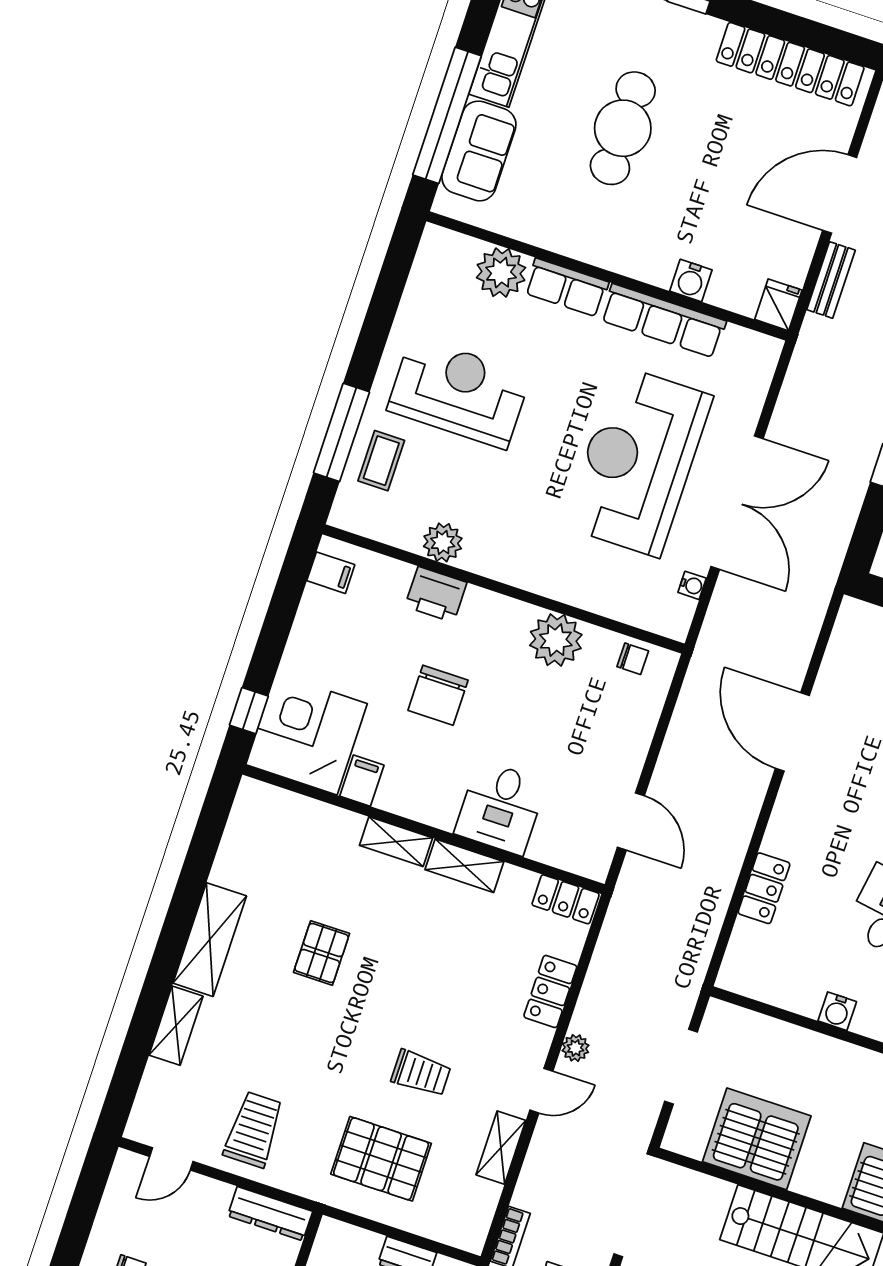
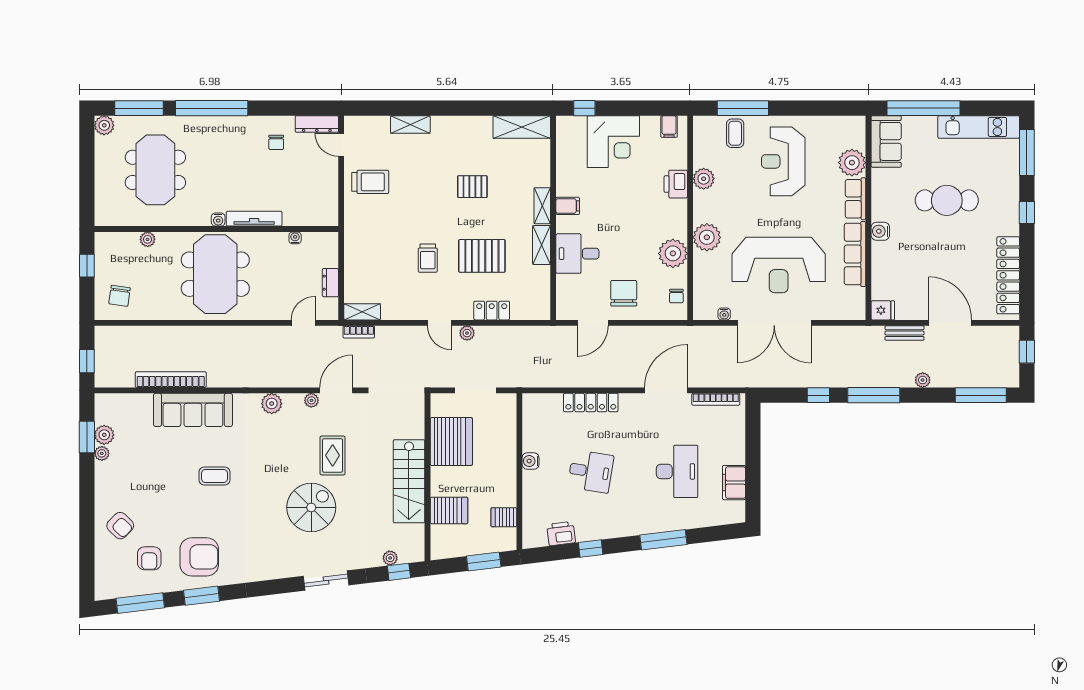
sofa: (479, 151) -> (886, 141), moved, turned -90
water cooler: (691, 281) -> (880, 231), moved
reception desk: (459, 392) -> (783, 161), turned 180
coffee table: (381, 461) -> (735, 133), turned 90
reception desk: (638, 461) -> (779, 265), turned 180
plant: (547, 571) -> (707, 237), added
bookcase: (837, 650) -> (716, 399), added
chair: (438, 695) -> (624, 293), moved, turned 90
corner desk: (306, 734) -> (613, 142), moved, turned 90
filing cabinet: (362, 781) -> (568, 206), moved
locker: (764, 888) -> (591, 402), width x1.53
locker: (566, 899) -> (542, 303), removed
shelving: (210, 940) -> (522, 127), moved
shelving: (501, 1148) -> (362, 312), moved
pallet: (381, 1159) -> (482, 256), moved, turned 90
dresser: (270, 1214) -> (317, 124), moved, turned -90

